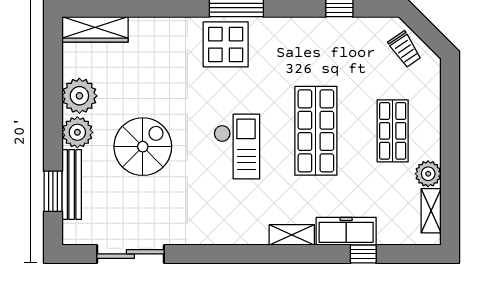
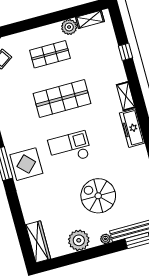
plant: (77, 132) -> (105, 239), width x0.53, depth x0.53
checkout: (237, 147) -> (70, 148), moved
freezer: (346, 231) -> (132, 128), moved

